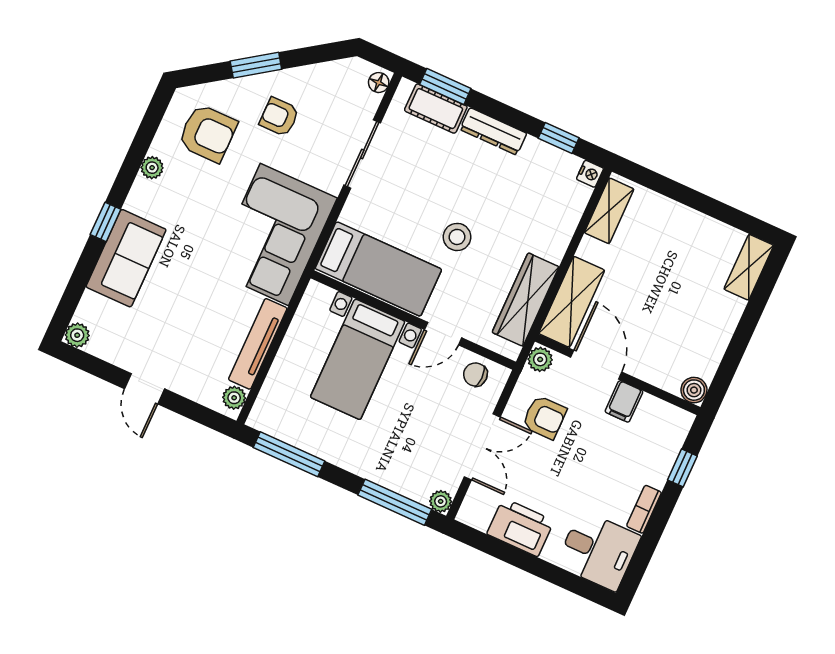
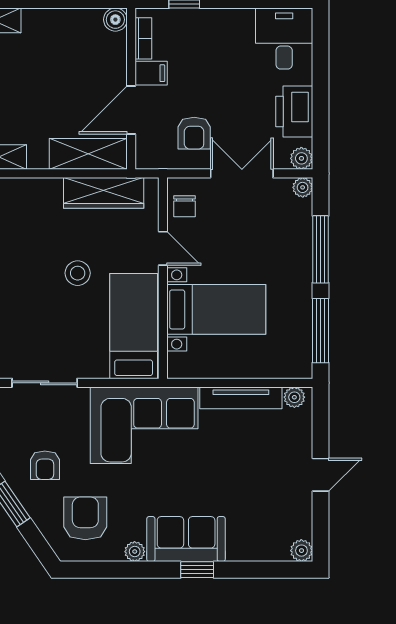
sofa: (126, 258) -> (186, 539), moved
plant: (540, 359) -> (301, 158), moved
armchair: (544, 417) -> (194, 133), turned 180
window: (395, 502) -> (321, 249), moved
bookcase: (644, 509) -> (143, 38), moved, turned -90

